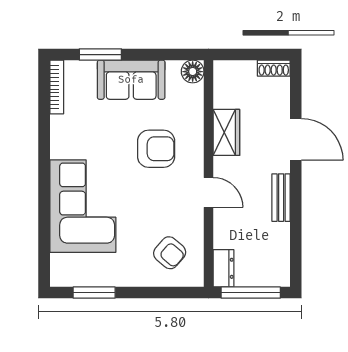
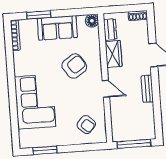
armchair: (156, 149) -> (74, 66), turned -34
dresser: (223, 268) -> (110, 29), moved

